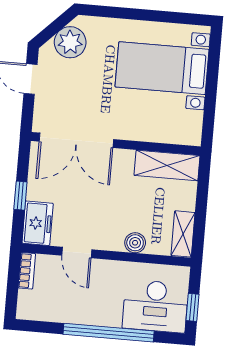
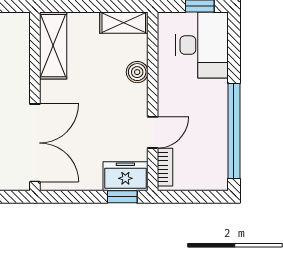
window: (20, 196) -> (122, 197), moved
bookcase: (27, 271) -> (165, 167), moved, turned 90
window: (109, 333) -> (234, 131), moved

